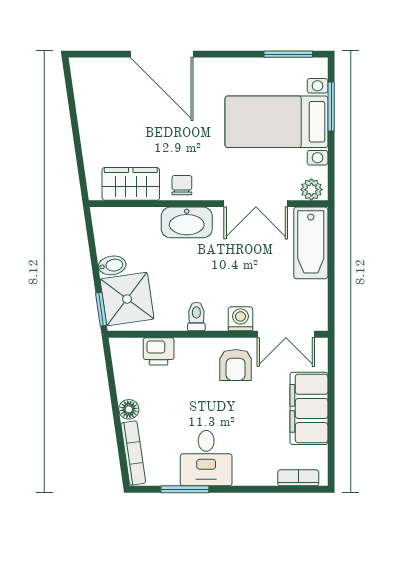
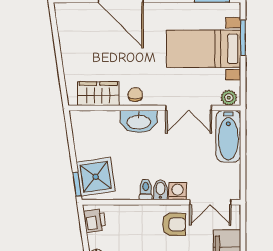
bidet: (112, 265) -> (160, 190), moved, turned -82
printer: (159, 351) -> (95, 221), moved, turned -98
armchair: (236, 365) -> (174, 224), turned -90

